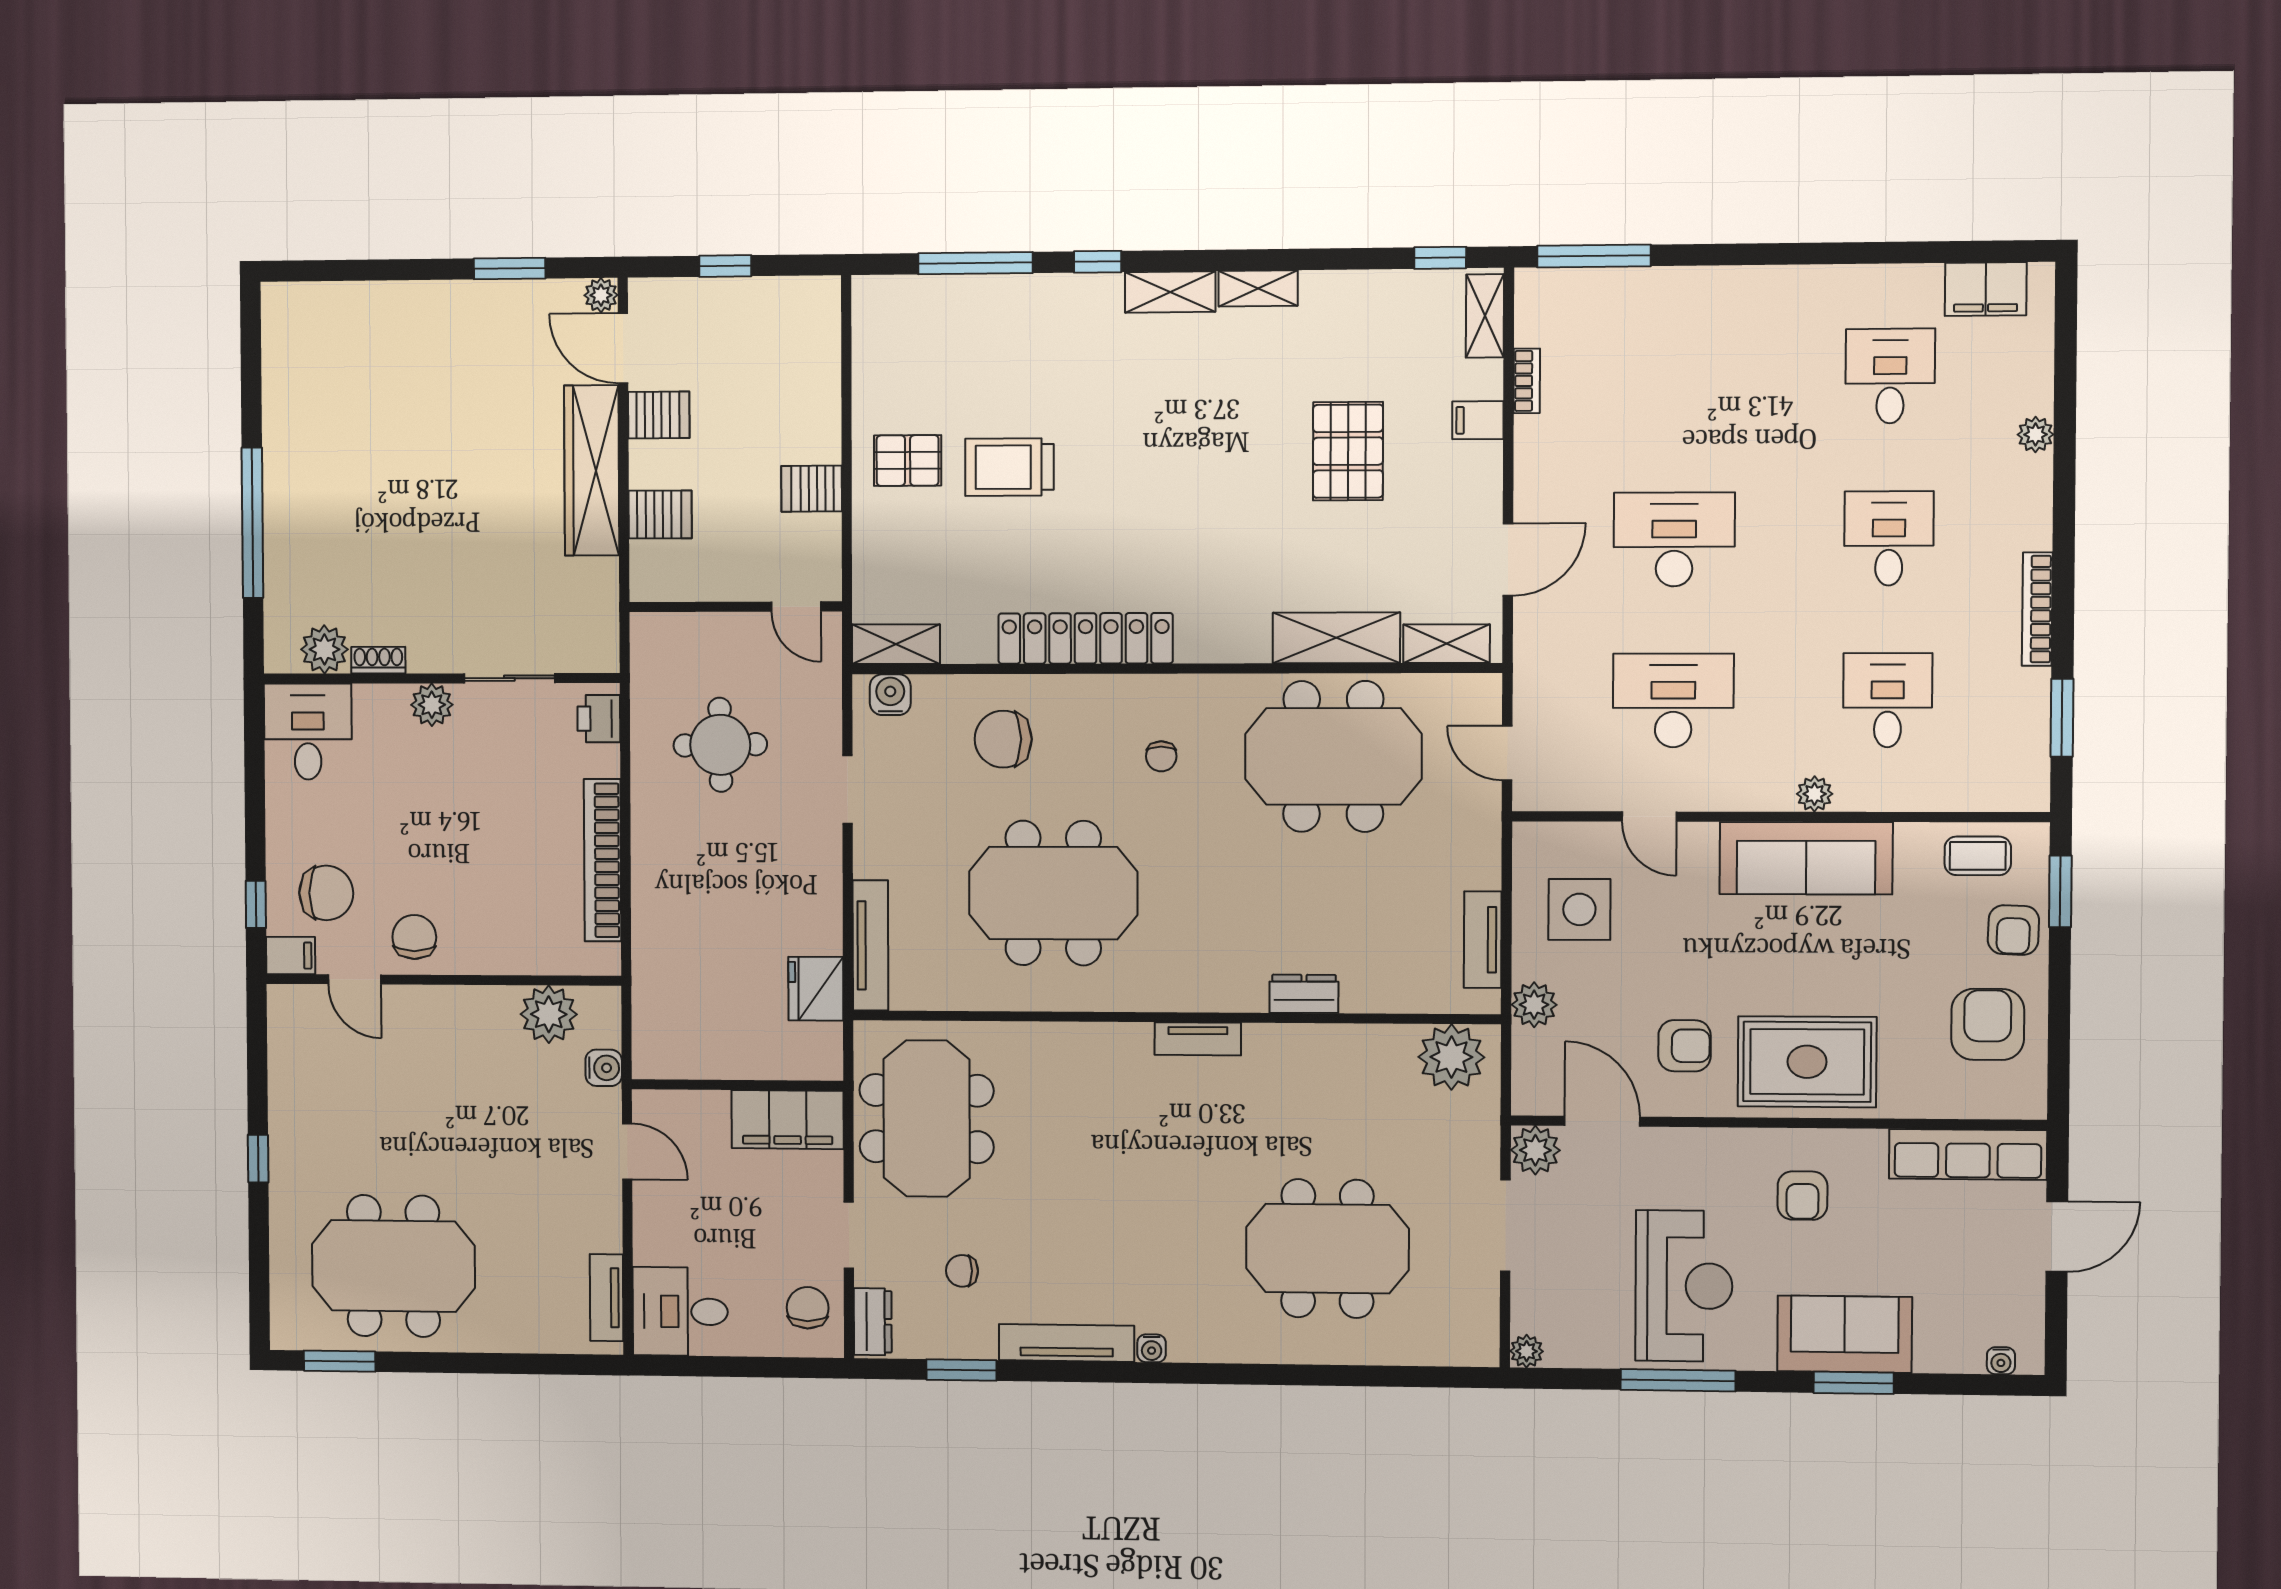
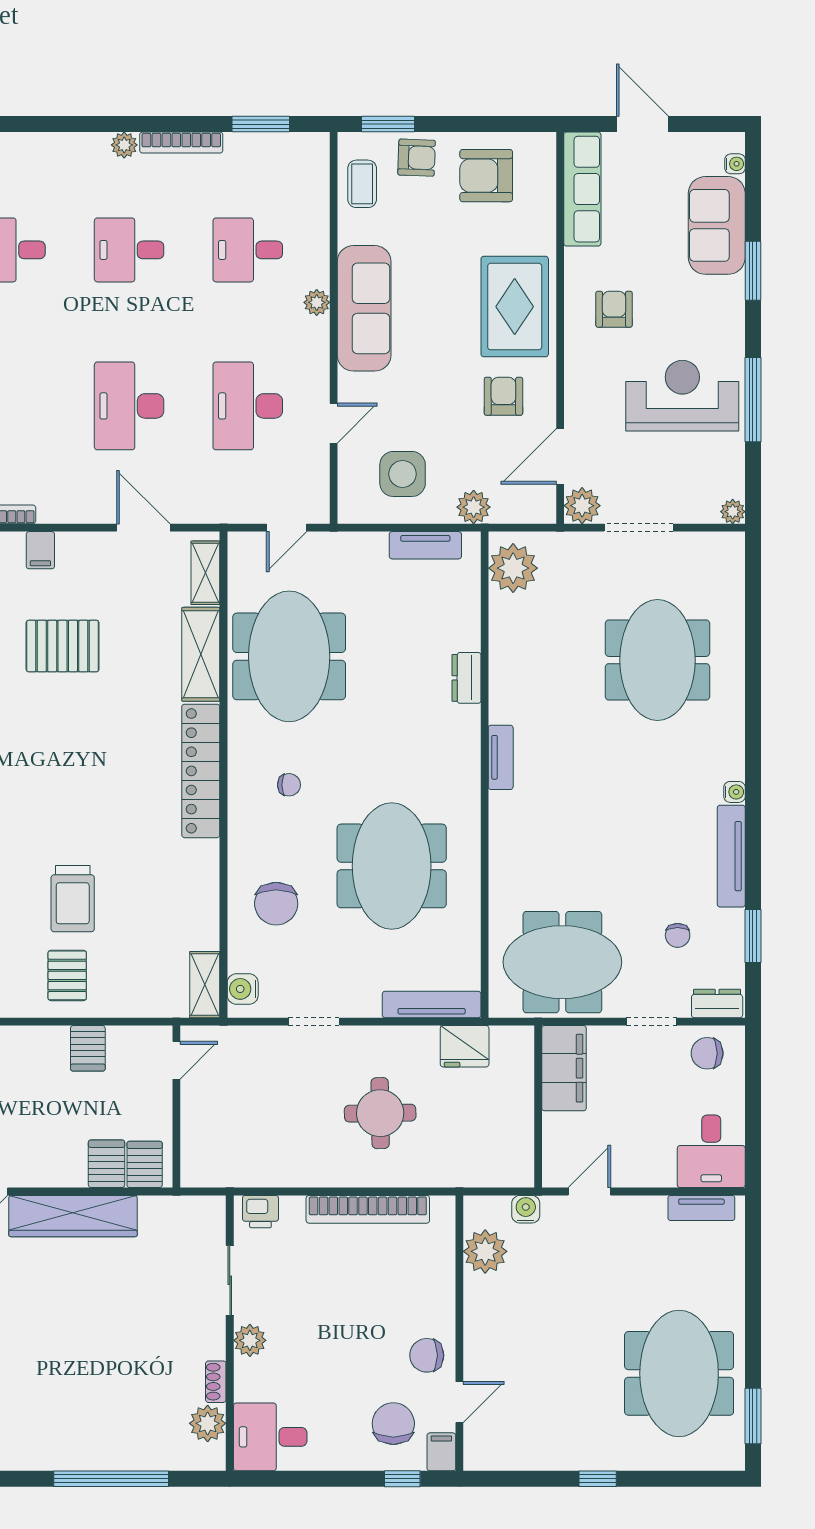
server rack: (659, 415) -> (145, 1164), moved
plant: (2036, 434) -> (124, 145), moved
locker: (1086, 638) -> (201, 771), moved
round table: (720, 745) -> (380, 1113), moved
armchair: (1802, 1196) -> (614, 309), turned -90
sofa: (1845, 1334) -> (717, 225), moved

